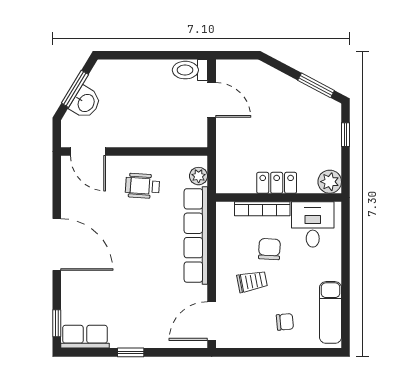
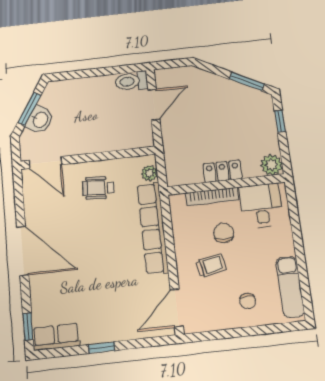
door: (212, 100) -> (154, 105), hinge flipped
chair: (285, 322) -> (248, 301), turned 95

